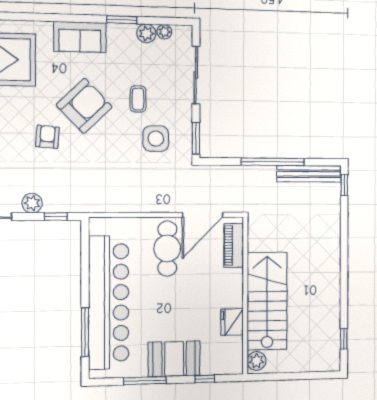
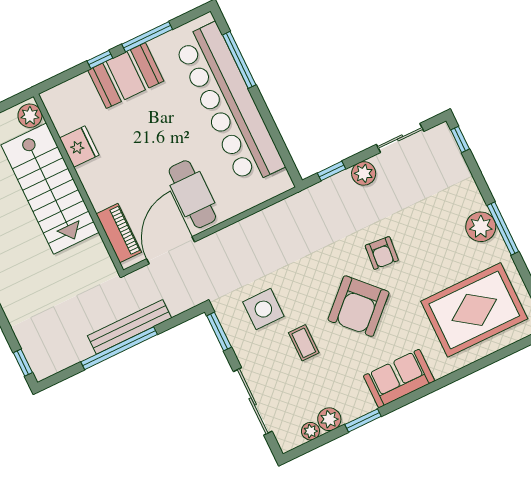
bench: (309, 174) -> (129, 327), moved
window: (205, 379) -> (100, 59), moved

